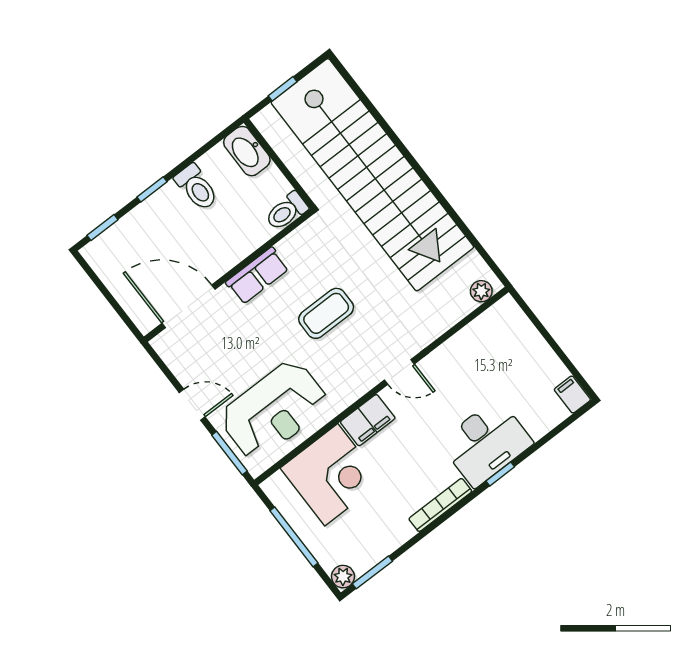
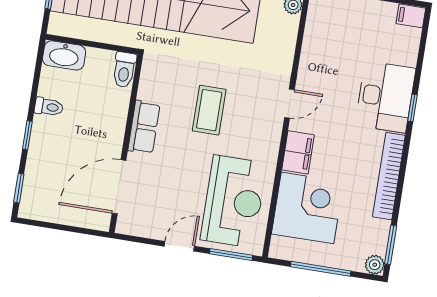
toilet: (197, 187) -> (49, 107), width x0.73, depth x0.72
bookcase: (440, 505) -> (389, 176), width x1.48, depth x1.31

